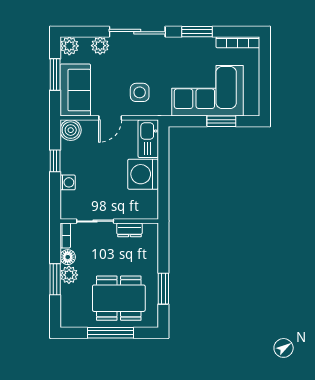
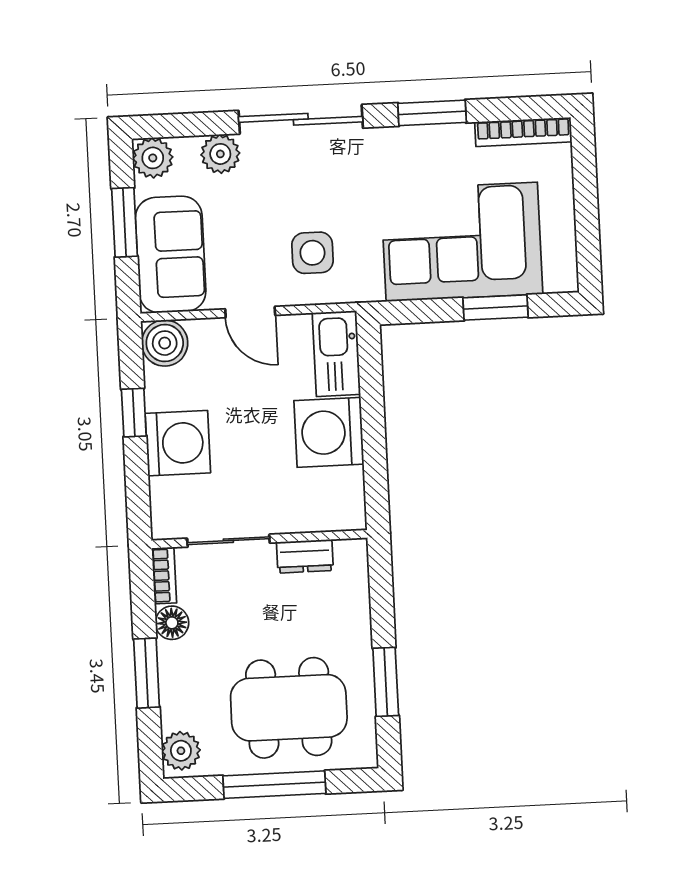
door: (110, 118) -> (250, 312), hinge flipped
washing machine: (68, 182) -> (178, 443), width x1.89, depth x1.89
plant: (69, 275) -> (181, 751), moved

